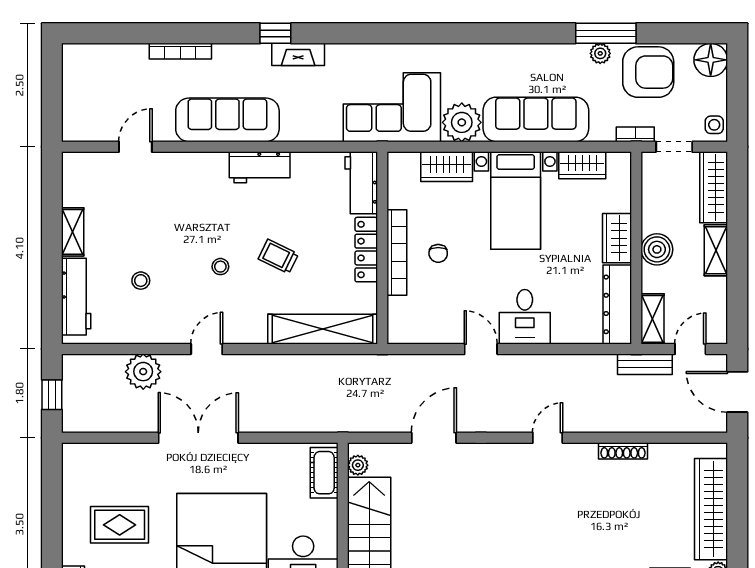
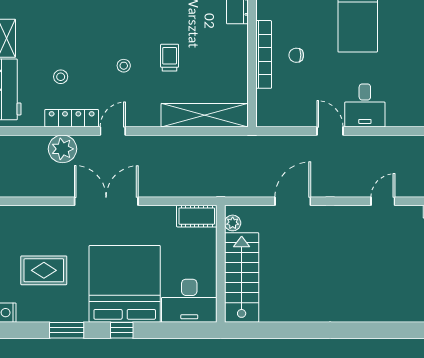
locker: (366, 250) -> (72, 118), moved, turned 90
chair: (438, 253) -> (296, 55), turned 90
trolley: (278, 256) -> (170, 58), turned 64
cot: (324, 473) -> (197, 216), moved, turned 90

